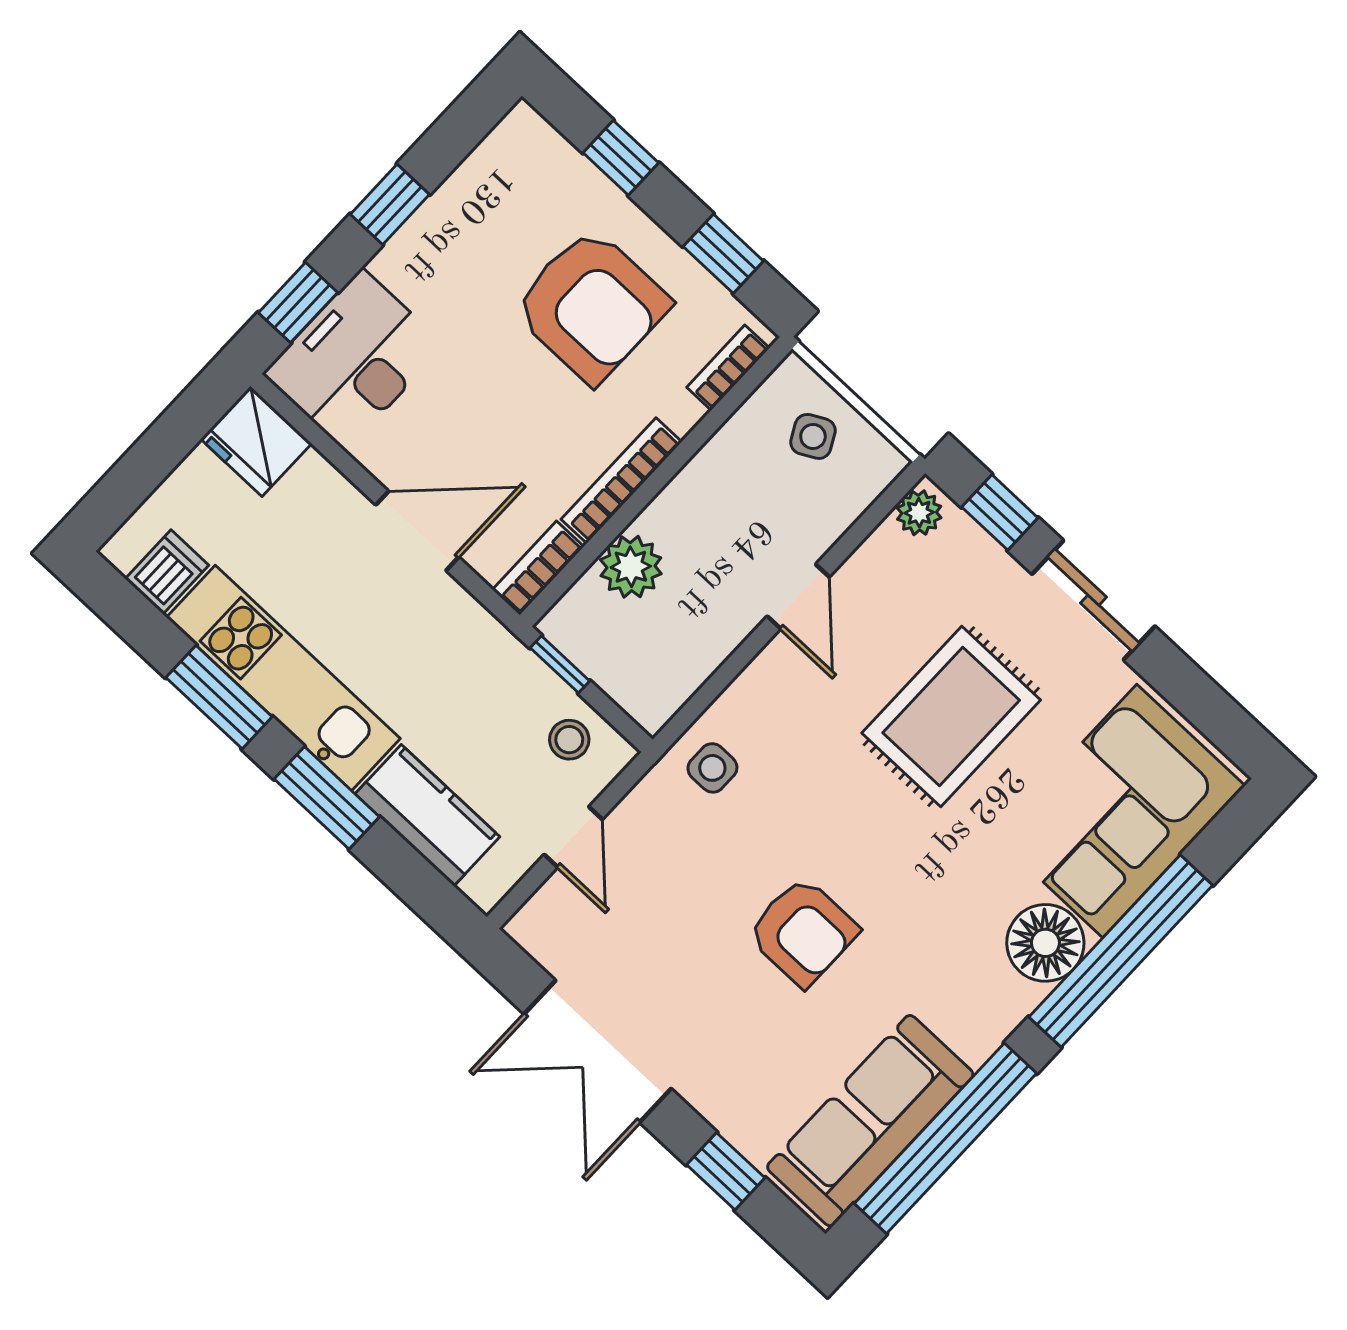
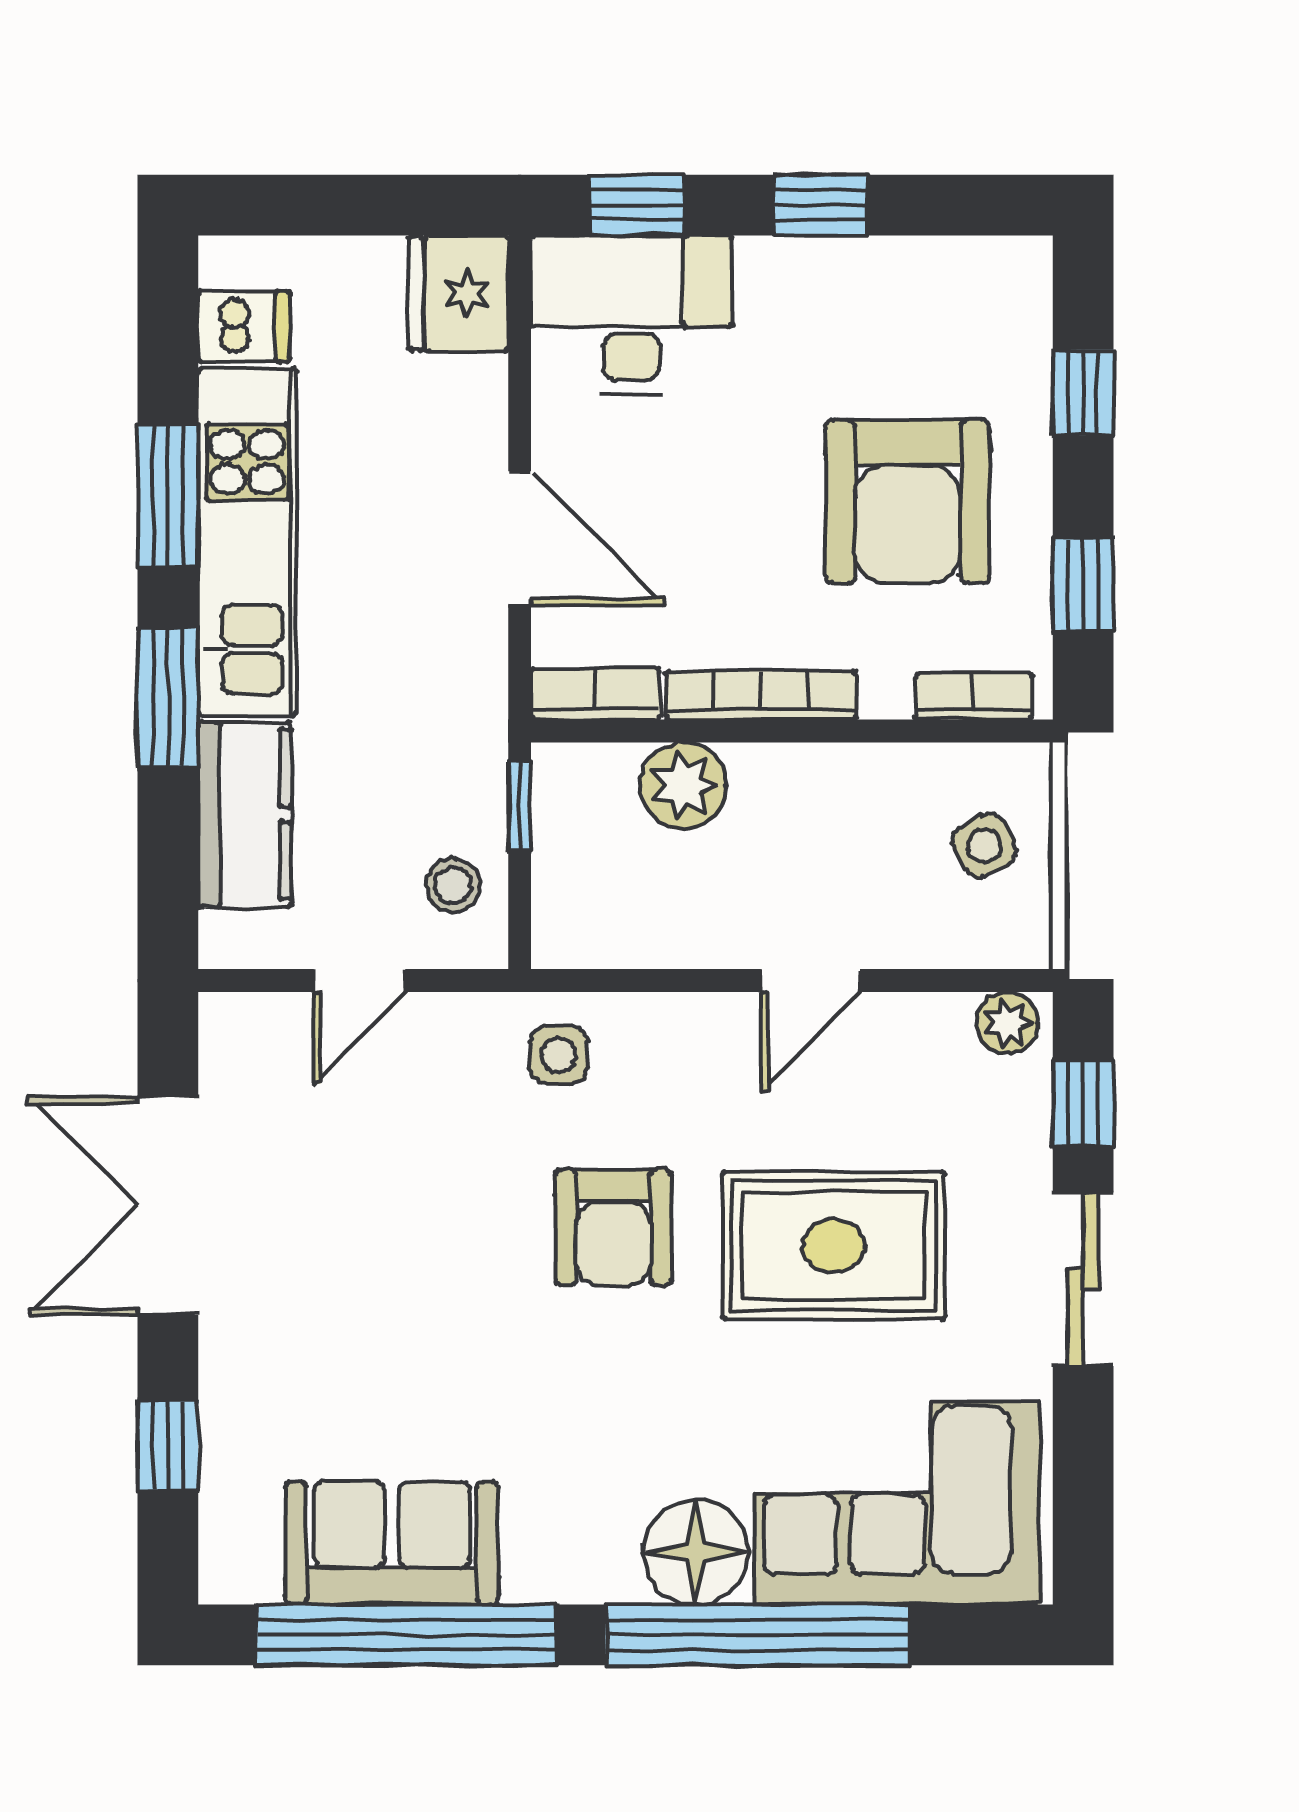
armchair: (803, 932) -> (613, 1227), moved
sofa: (870, 1121) -> (392, 1543), width x0.73

